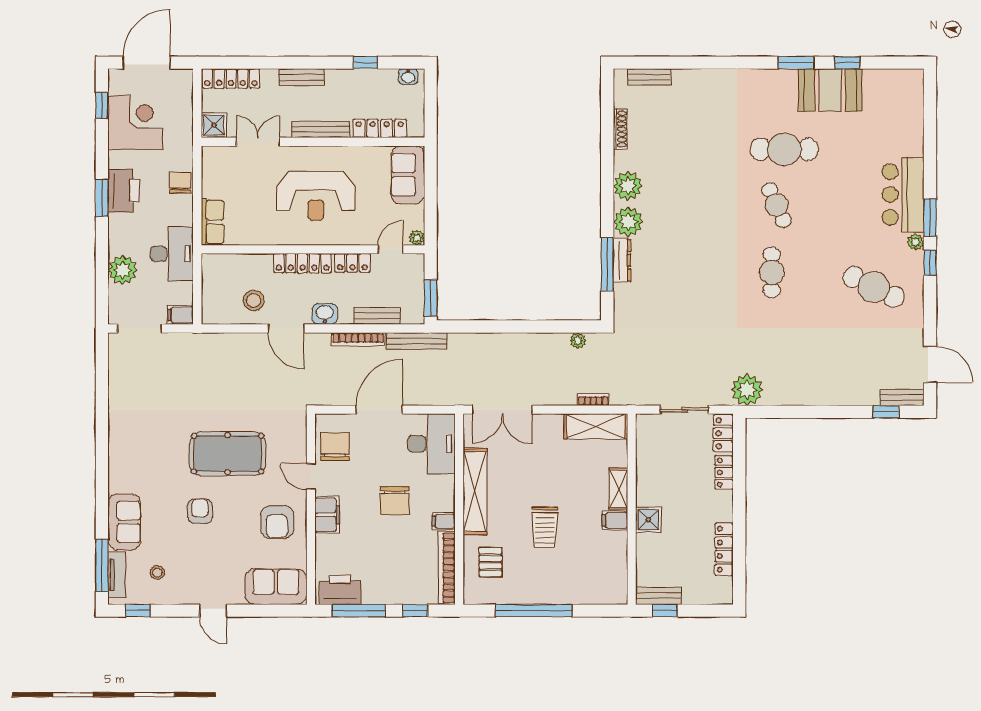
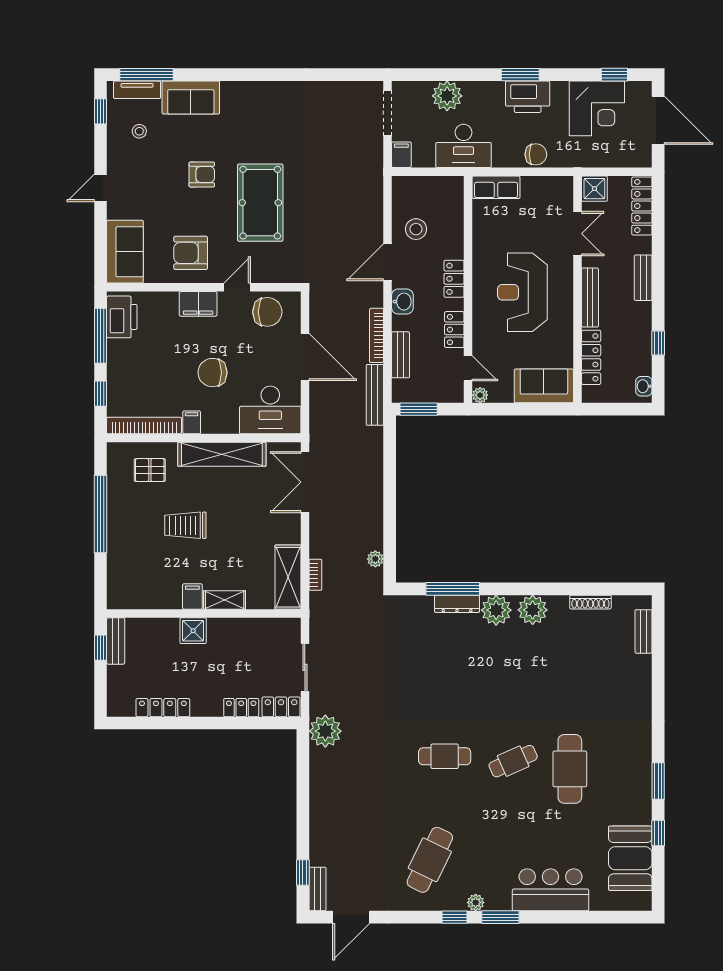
booth: (830, 90) -> (630, 858), moved
bar counter: (903, 195) -> (551, 890), moved
locker: (302, 263) -> (454, 279), width x0.66

